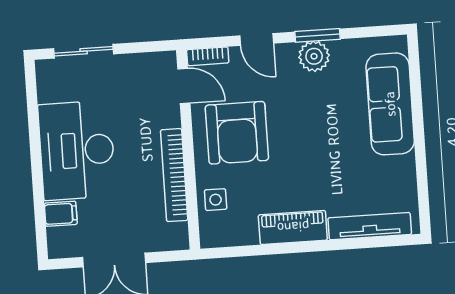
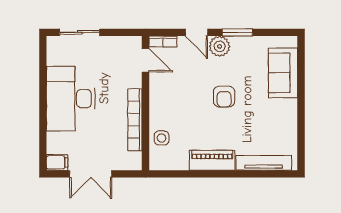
plant: (314, 56) -> (220, 46), moved
sofa: (390, 104) -> (283, 73), width x0.73
armchair: (237, 133) -> (224, 97), moved, width x0.53, depth x0.53
filing cabinet: (61, 214) -> (57, 162), moved

